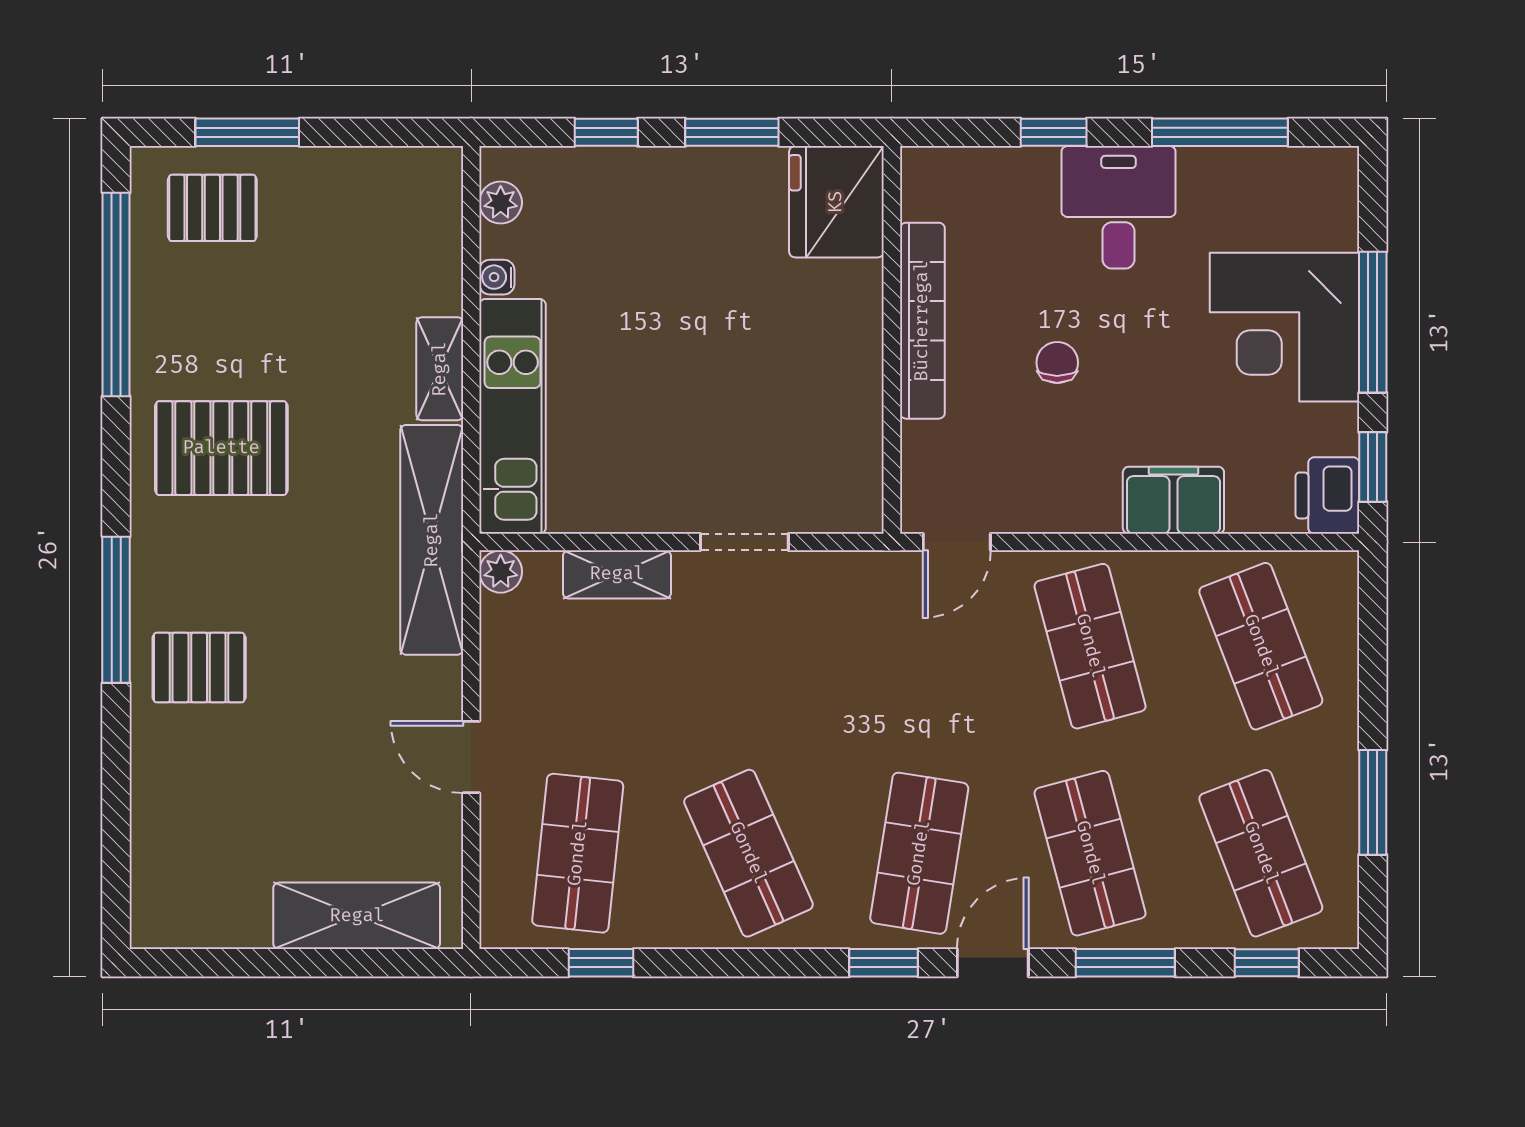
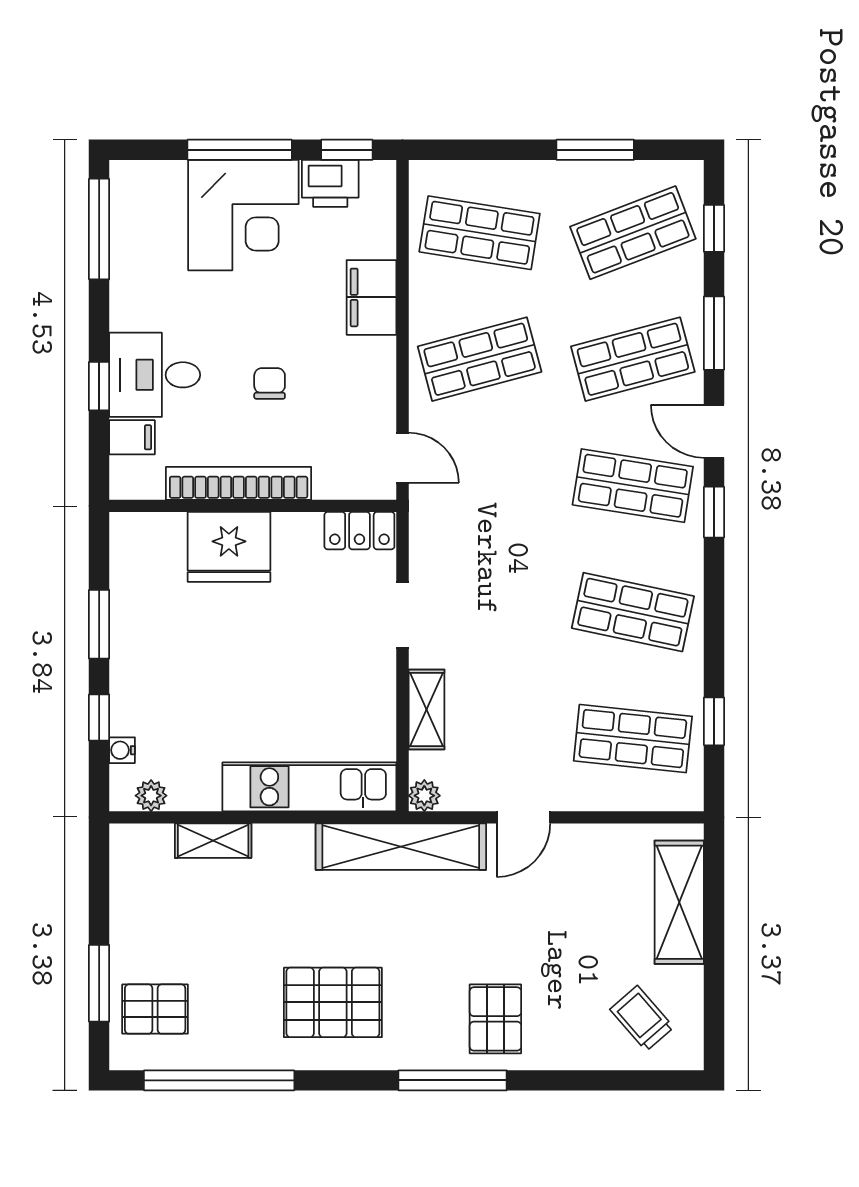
window: (1220, 132) -> (99, 229), moved
filing cabinet: (985, 177) -> (132, 437), added
fridge: (836, 202) -> (229, 547), moved
desk: (1119, 207) -> (155, 375), moved
pallet: (212, 208) -> (155, 1009), turned 90
water cooler: (497, 277) -> (122, 750), moved, turned 90
chair: (1057, 363) -> (270, 383), turned 90
shelving: (440, 369) -> (213, 841), moved
pallet: (221, 448) -> (333, 1002), turned 90
locker: (859, 484) -> (359, 531), added
printer: (1327, 495) -> (330, 183), moved
shop shelf: (1261, 646) -> (480, 233), turned 30
door: (471, 757) -> (523, 817), moved
shop shelf: (748, 853) -> (633, 612), turned 36
trolley: (200, 865) -> (642, 1018), added

